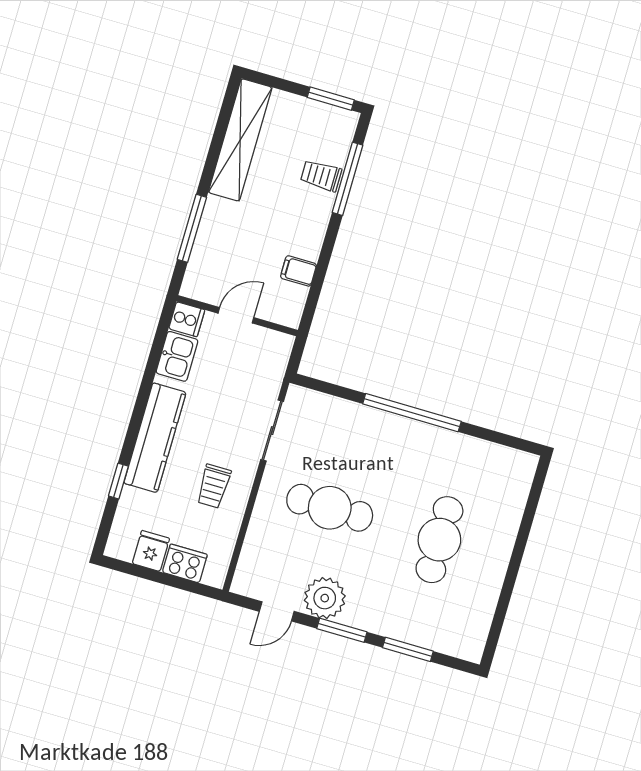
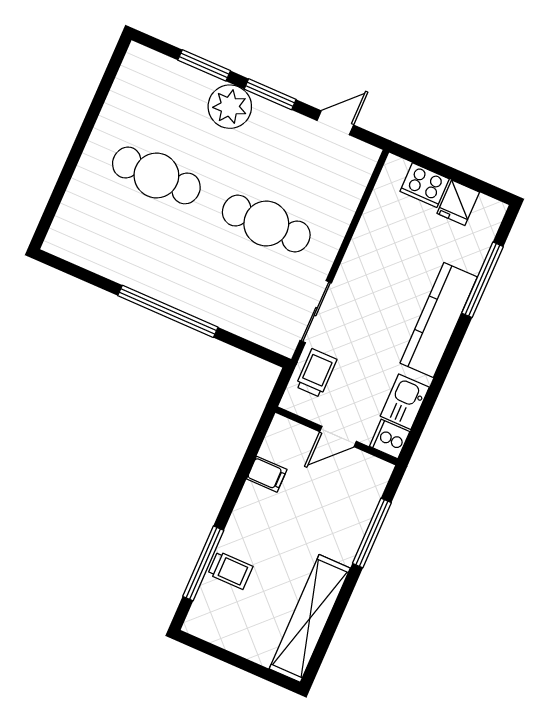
window: (331, 99) -> (210, 649), removed
window: (118, 481) -> (483, 280), width x2.17
trolley: (214, 486) -> (316, 373), moved
cafe table: (439, 540) -> (156, 175), turned 90
plant: (325, 598) -> (230, 107), moved

